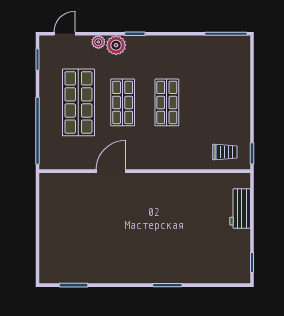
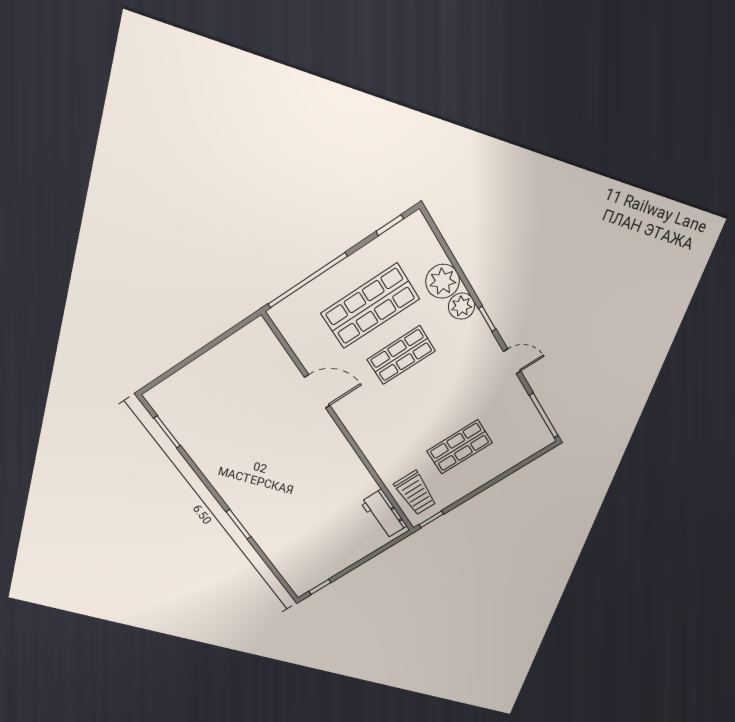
door: (65, 34) -> (512, 361), moved
plant: (98, 42) -> (443, 281), width x1.87, depth x1.87
shop shelf: (167, 102) -> (460, 447), moved
trolley: (225, 152) -> (416, 493), width x1.36, depth x1.39
workbench: (240, 209) -> (384, 514), moved, turned -90

